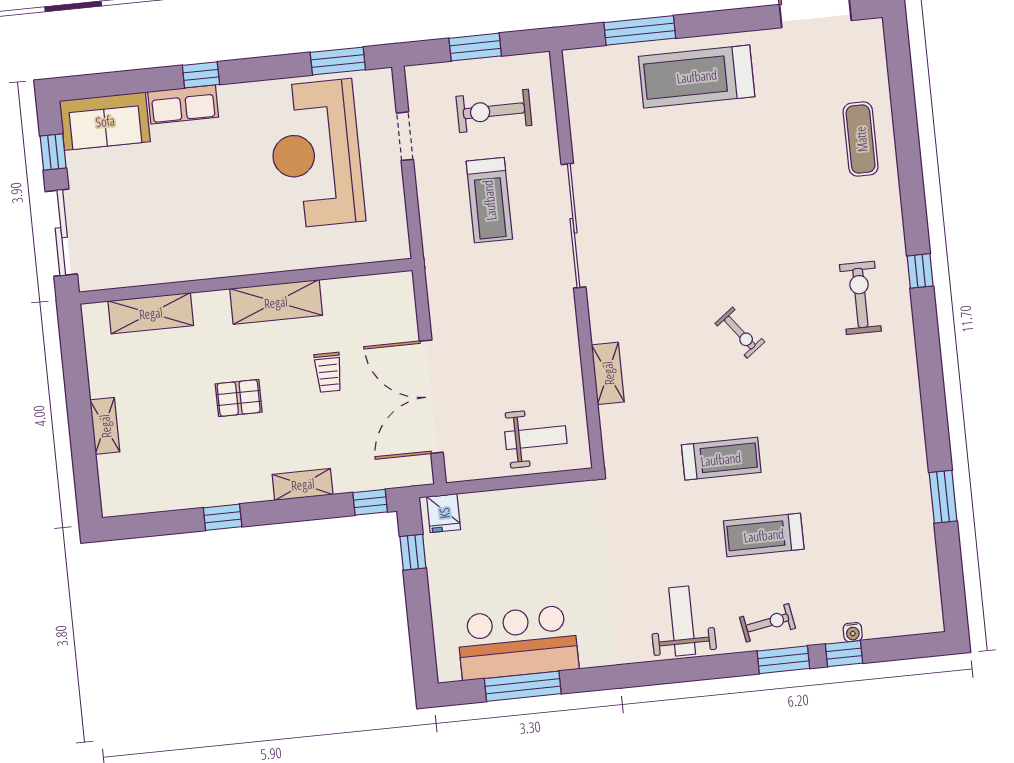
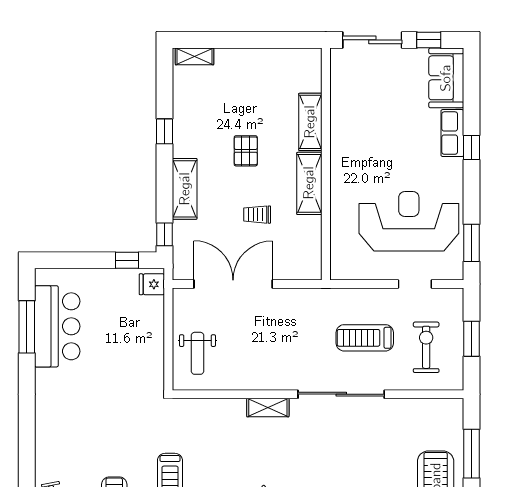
shelving: (151, 313) -> (310, 122), moved
shelving: (608, 373) -> (268, 408), moved
shelving: (105, 426) -> (195, 56), moved
shelving: (303, 484) -> (185, 189), width x1.50, depth x1.33
weight bench: (682, 621) -> (61, 441), removed

